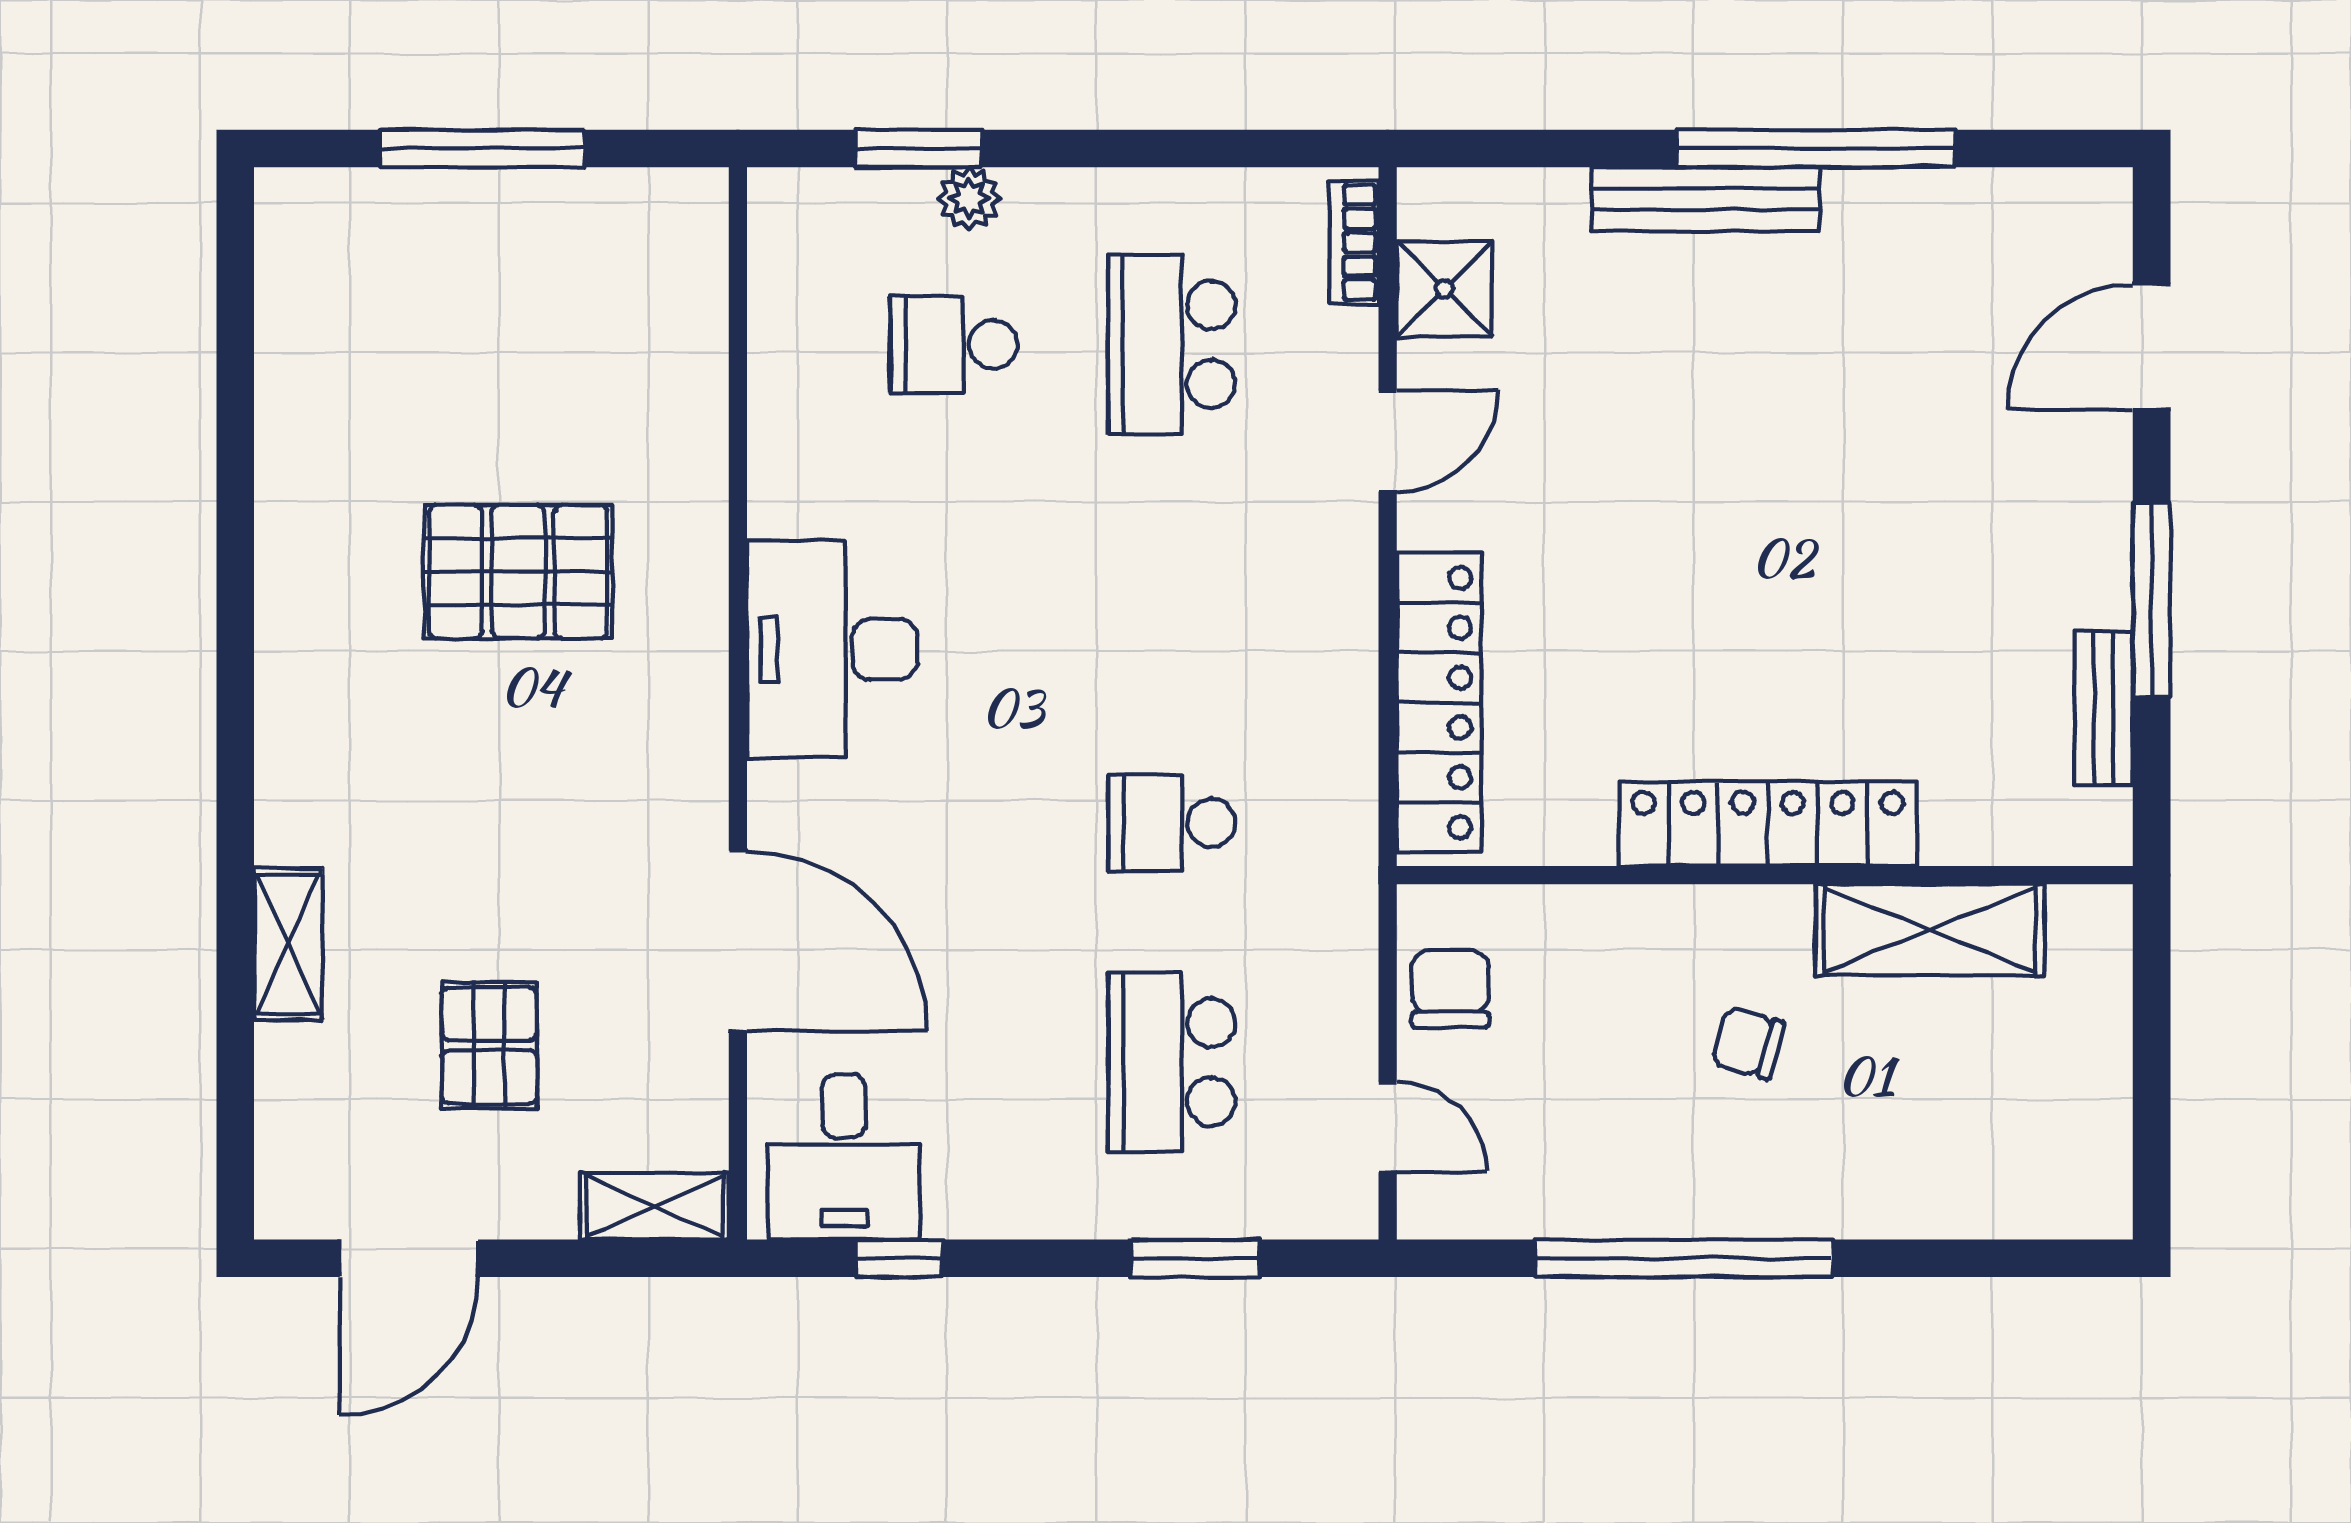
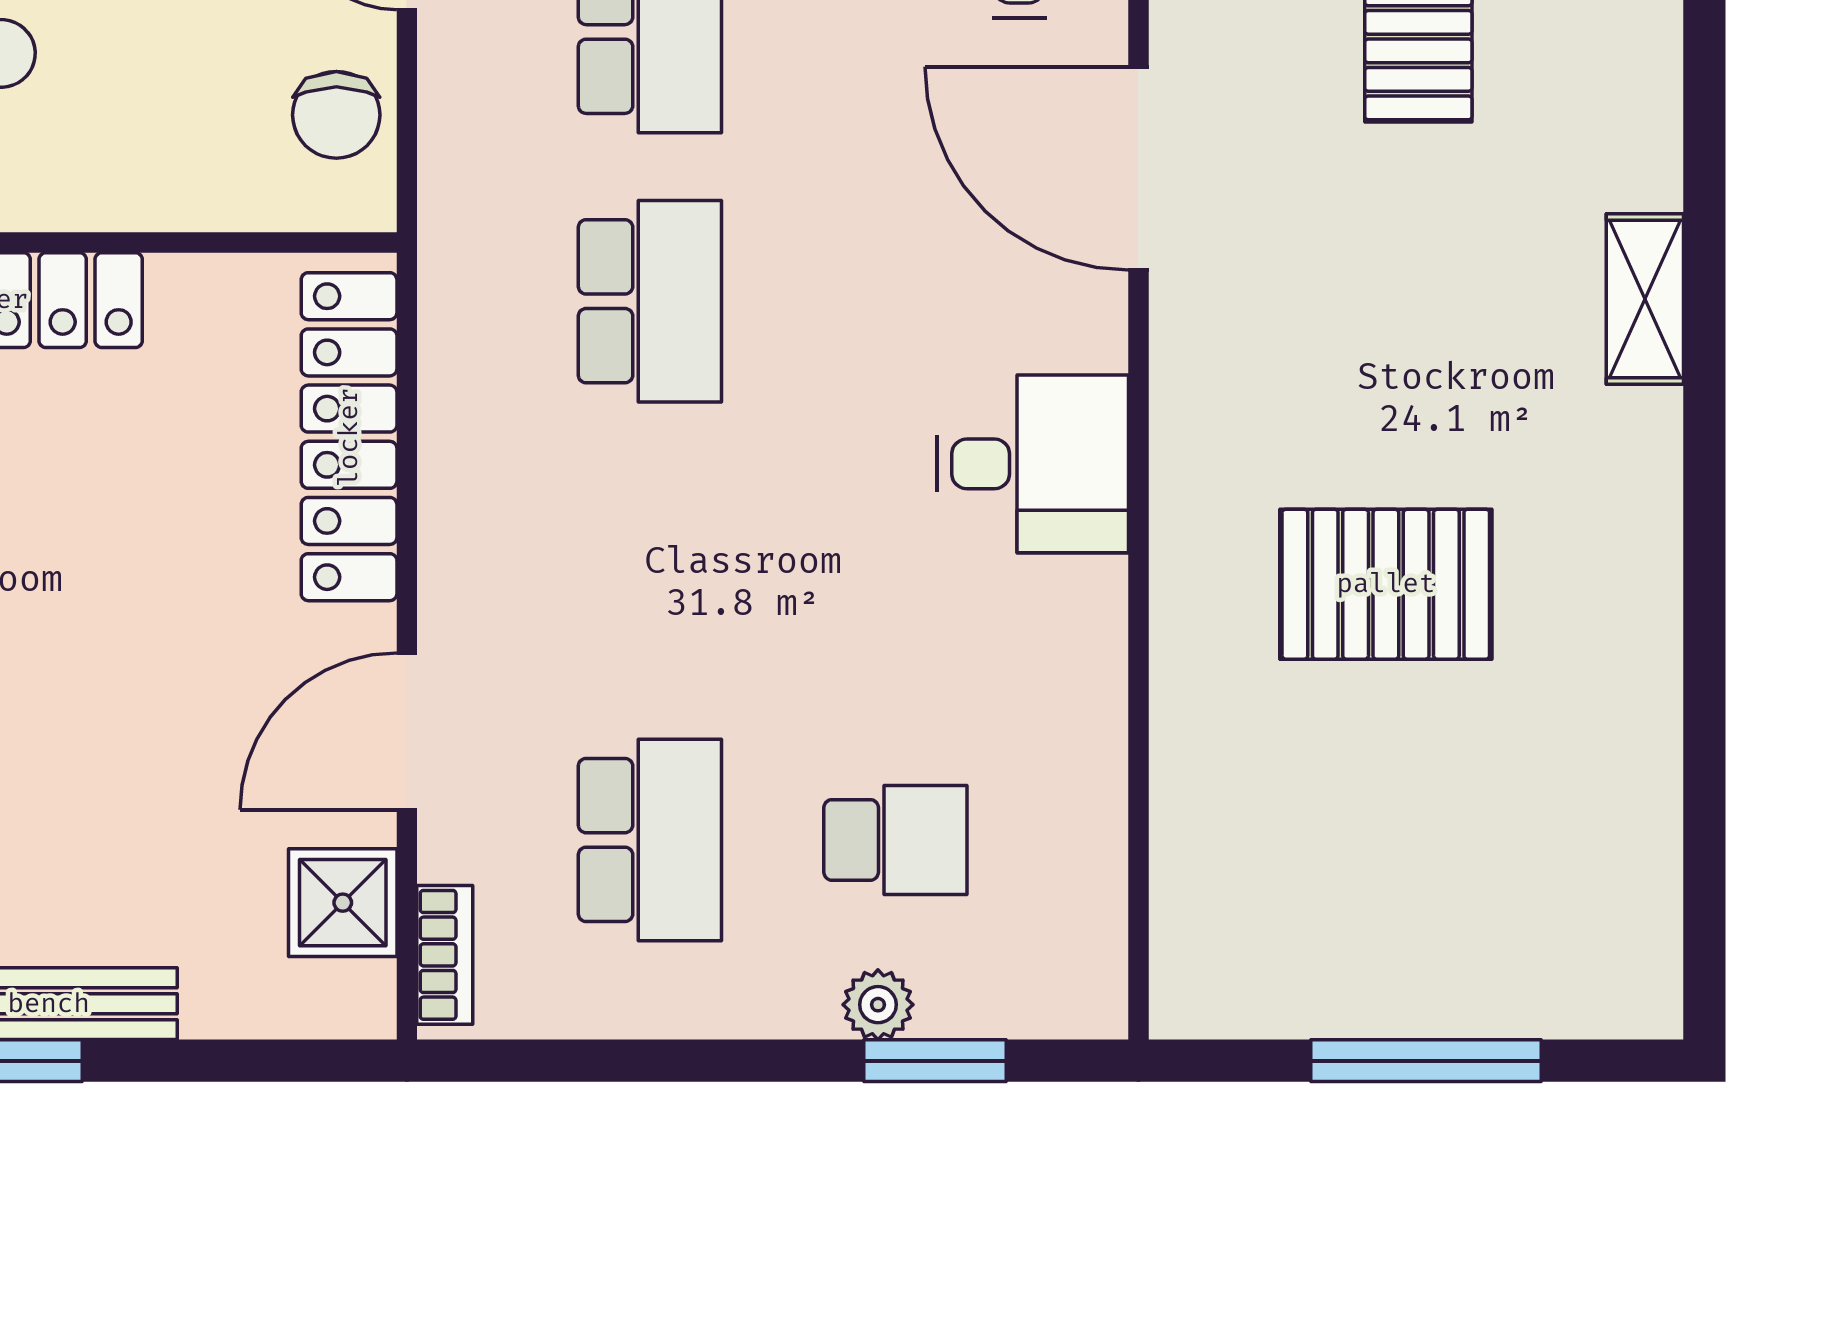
door: (1388, 441) -> (407, 731), width x1.38
desk: (832, 649) -> (1032, 464), width x0.73
school desk: (1172, 823) -> (650, 301), width x1.85
shelving: (288, 944) -> (1645, 299), moved

